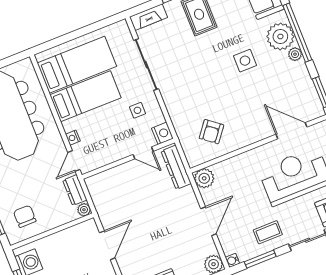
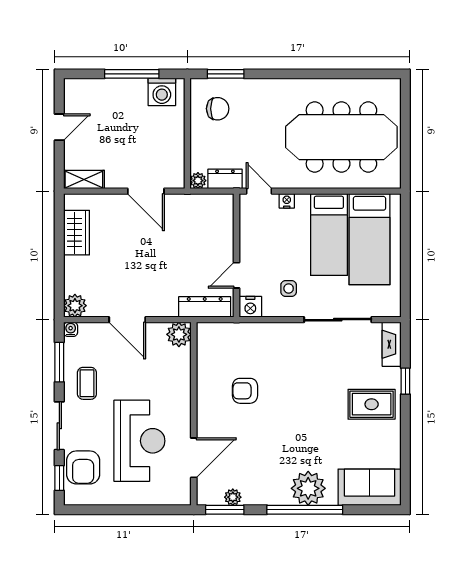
plant: (295, 54) -> (233, 497), moved
side table: (245, 61) -> (297, 436), removed
armchair: (211, 132) -> (245, 391), moved, turned -38

